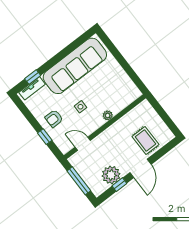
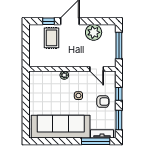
window: (33, 77) -> (96, 141), width x2.17
window: (26, 113) -> (119, 120), added
window: (119, 185) -> (49, 21), moved

